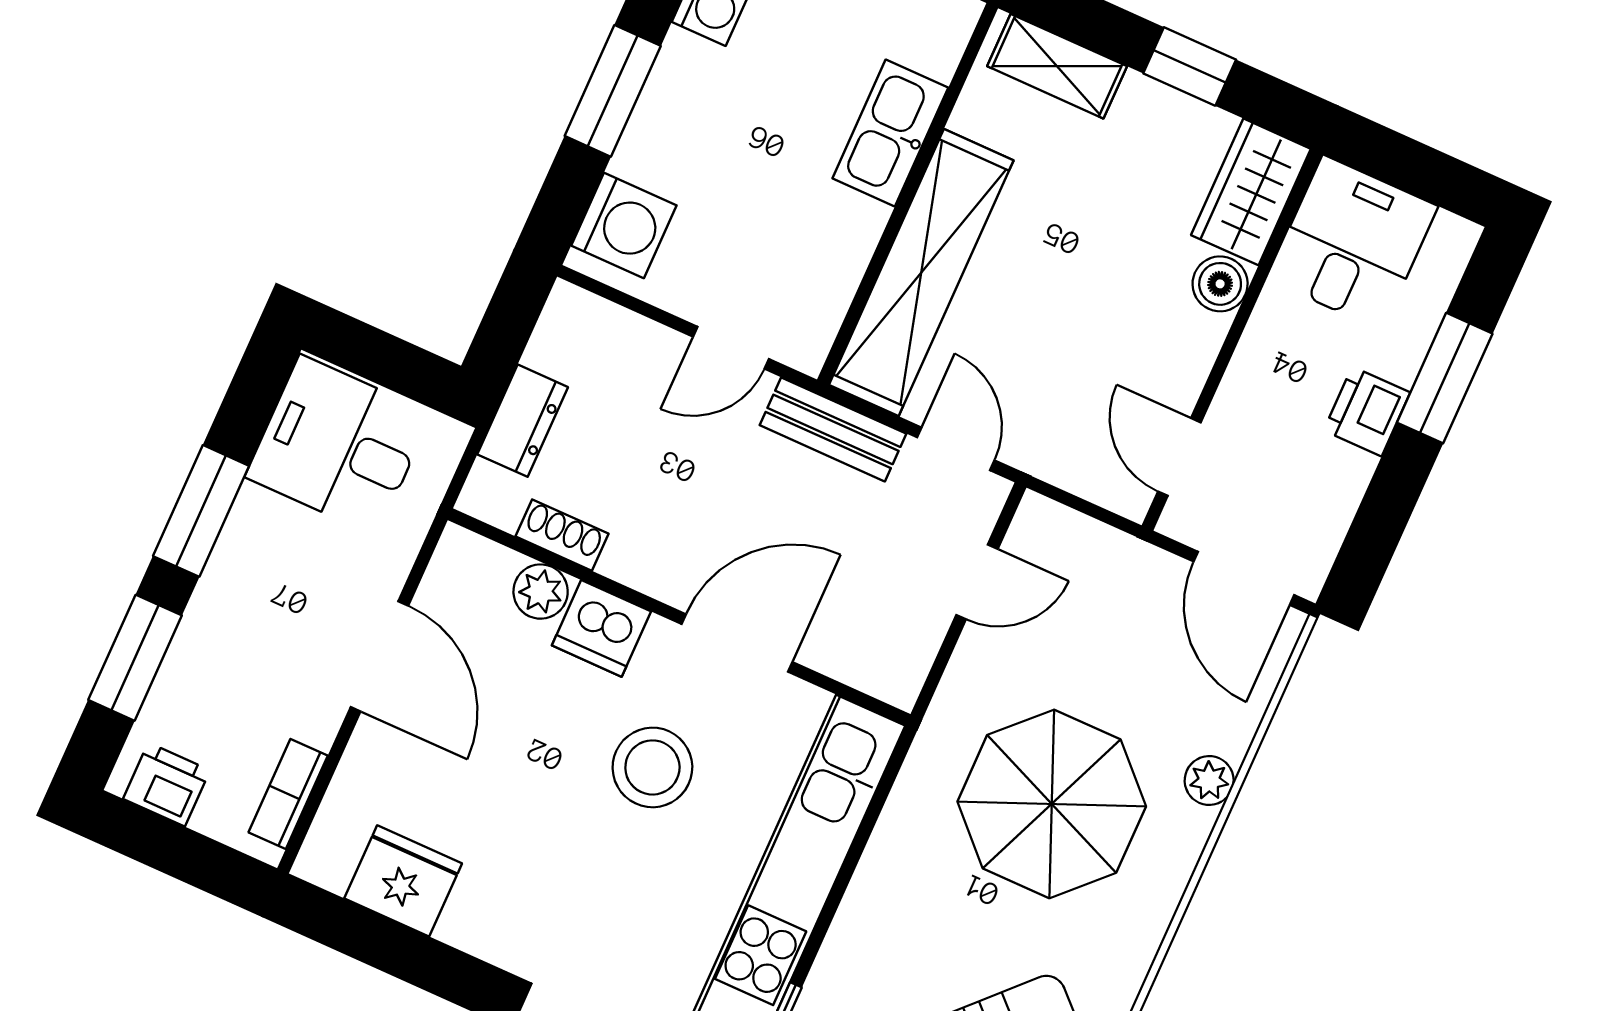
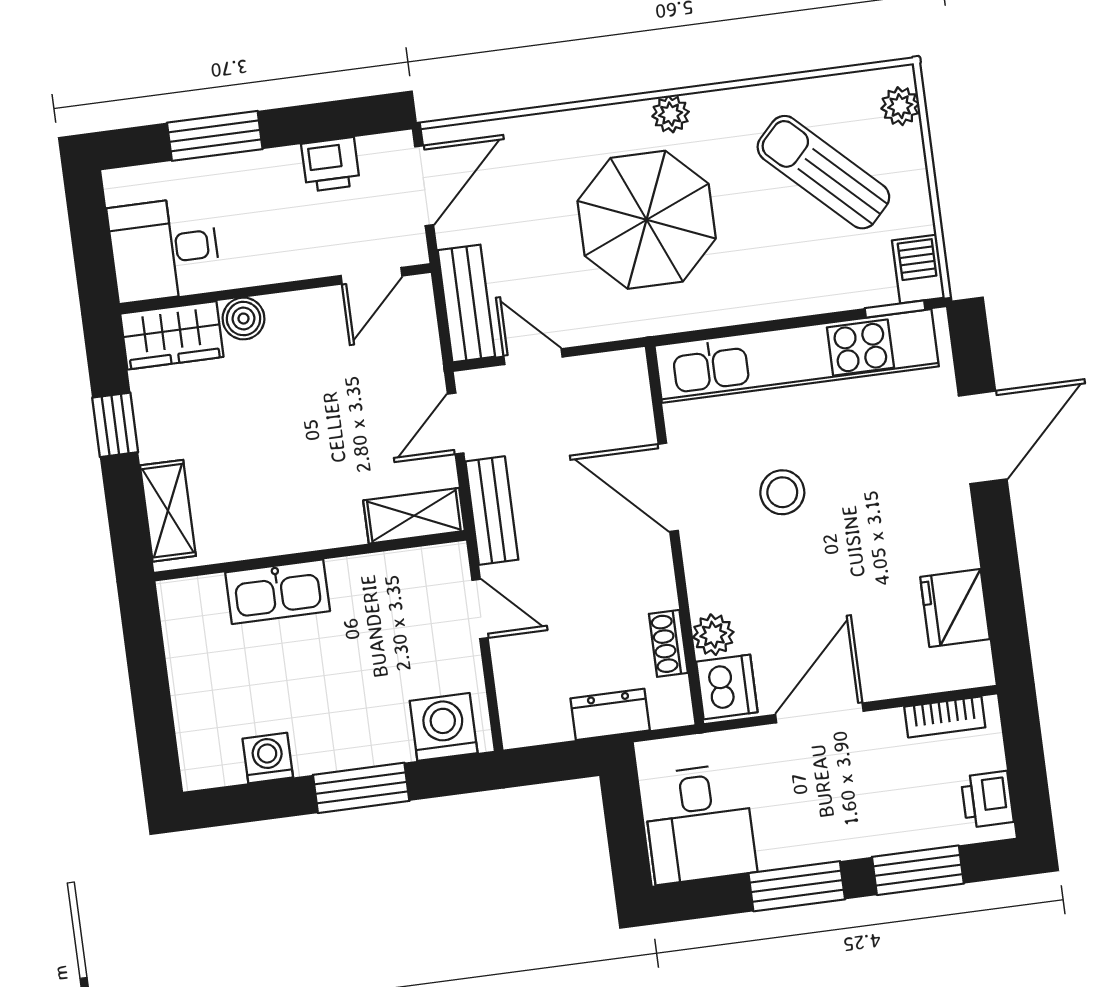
shelving: (921, 273) -> (414, 516), width x0.45, depth x0.75
printer: (1367, 411) -> (331, 165), moved
bench: (1083, 544) -> (466, 303), added
dishwasher: (601, 628) -> (727, 687), moved
stool: (652, 767) -> (782, 492), width x0.73, depth x0.73
plant: (1209, 781) -> (671, 114), moved

